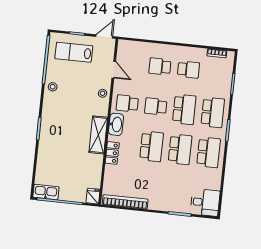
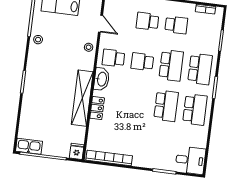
shelving: (98, 135) -> (82, 98), width x1.47
school desk: (152, 146) -> (137, 102), removed

